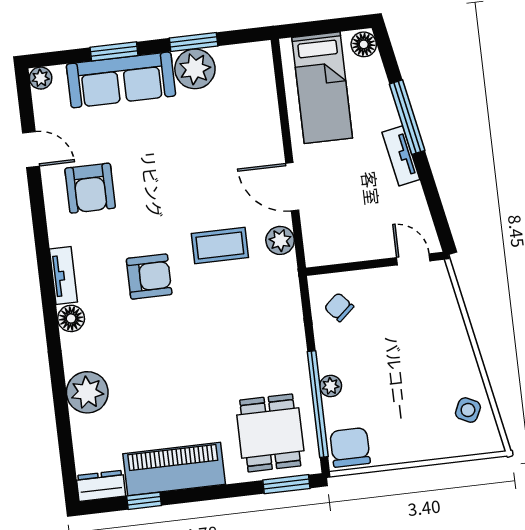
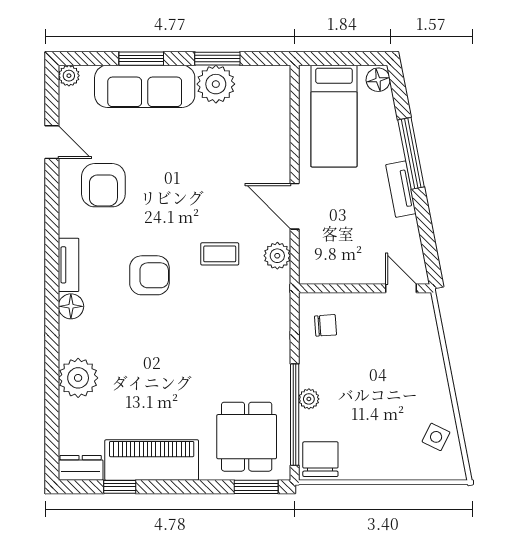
coffee table: (220, 246) -> (220, 254), width x0.73, depth x0.77
chair: (339, 307) -> (326, 325), turned 127

